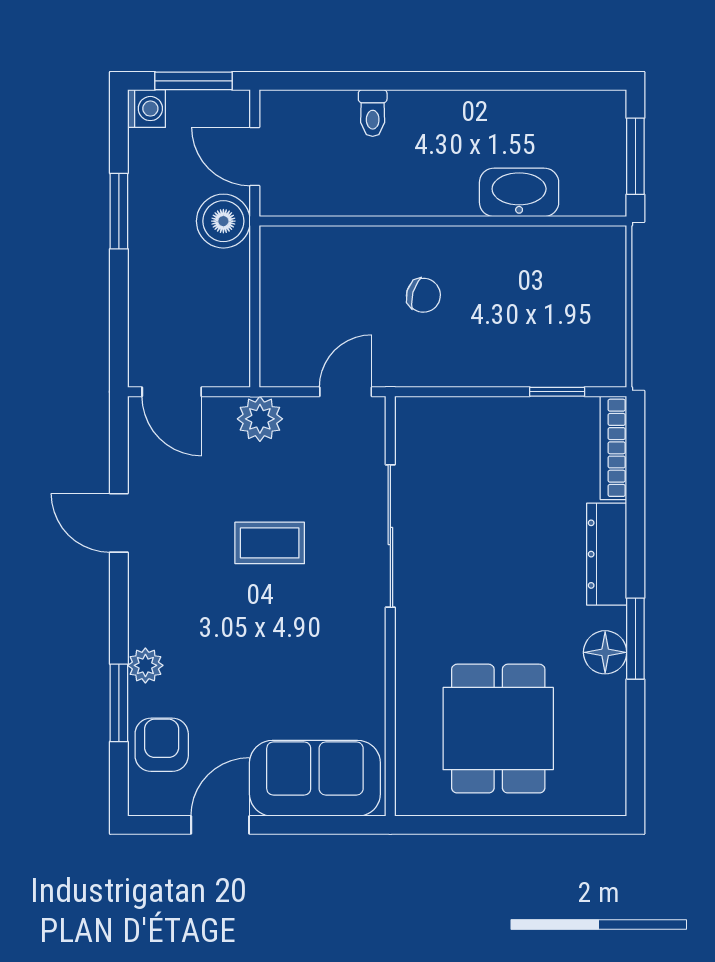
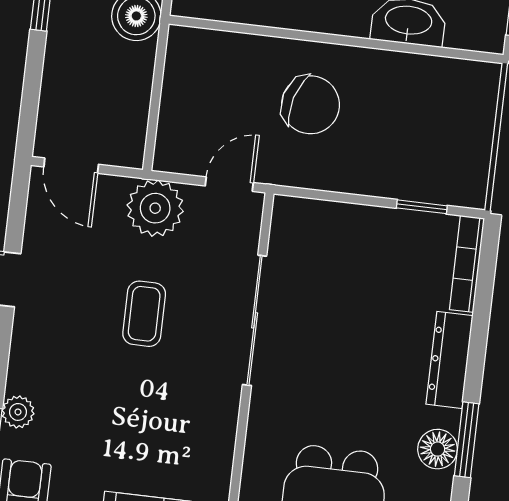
chair: (423, 295) -> (310, 105), width x1.87, depth x1.87
plant: (260, 419) -> (155, 208), width x1.36, depth x1.36
coffee table: (270, 543) -> (144, 314), turned 90

